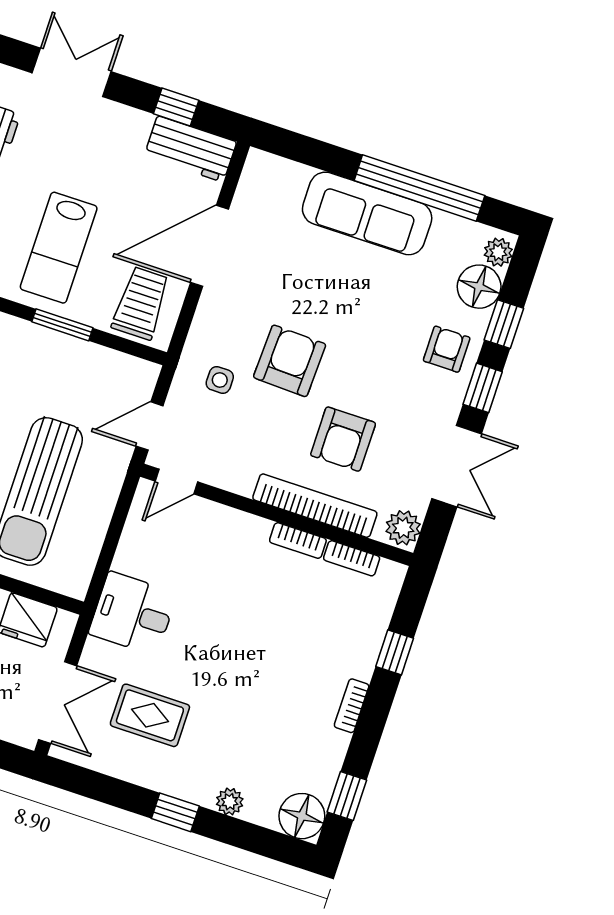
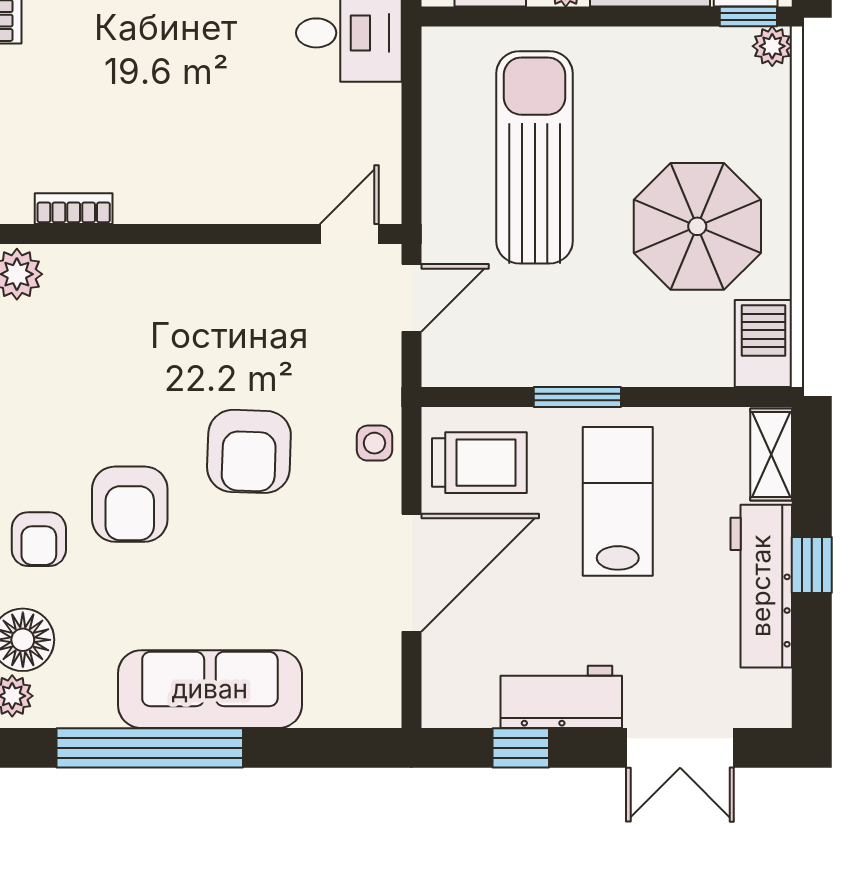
workbench: (190, 149) -> (561, 697), moved
trolley: (141, 303) -> (479, 463), turned -90
side table: (220, 380) -> (374, 443), moved
armchair: (343, 439) -> (130, 504), moved, turned 180
bookcase: (315, 506) -> (148, 264), removed
bookcase: (298, 541) -> (156, 208), removed

